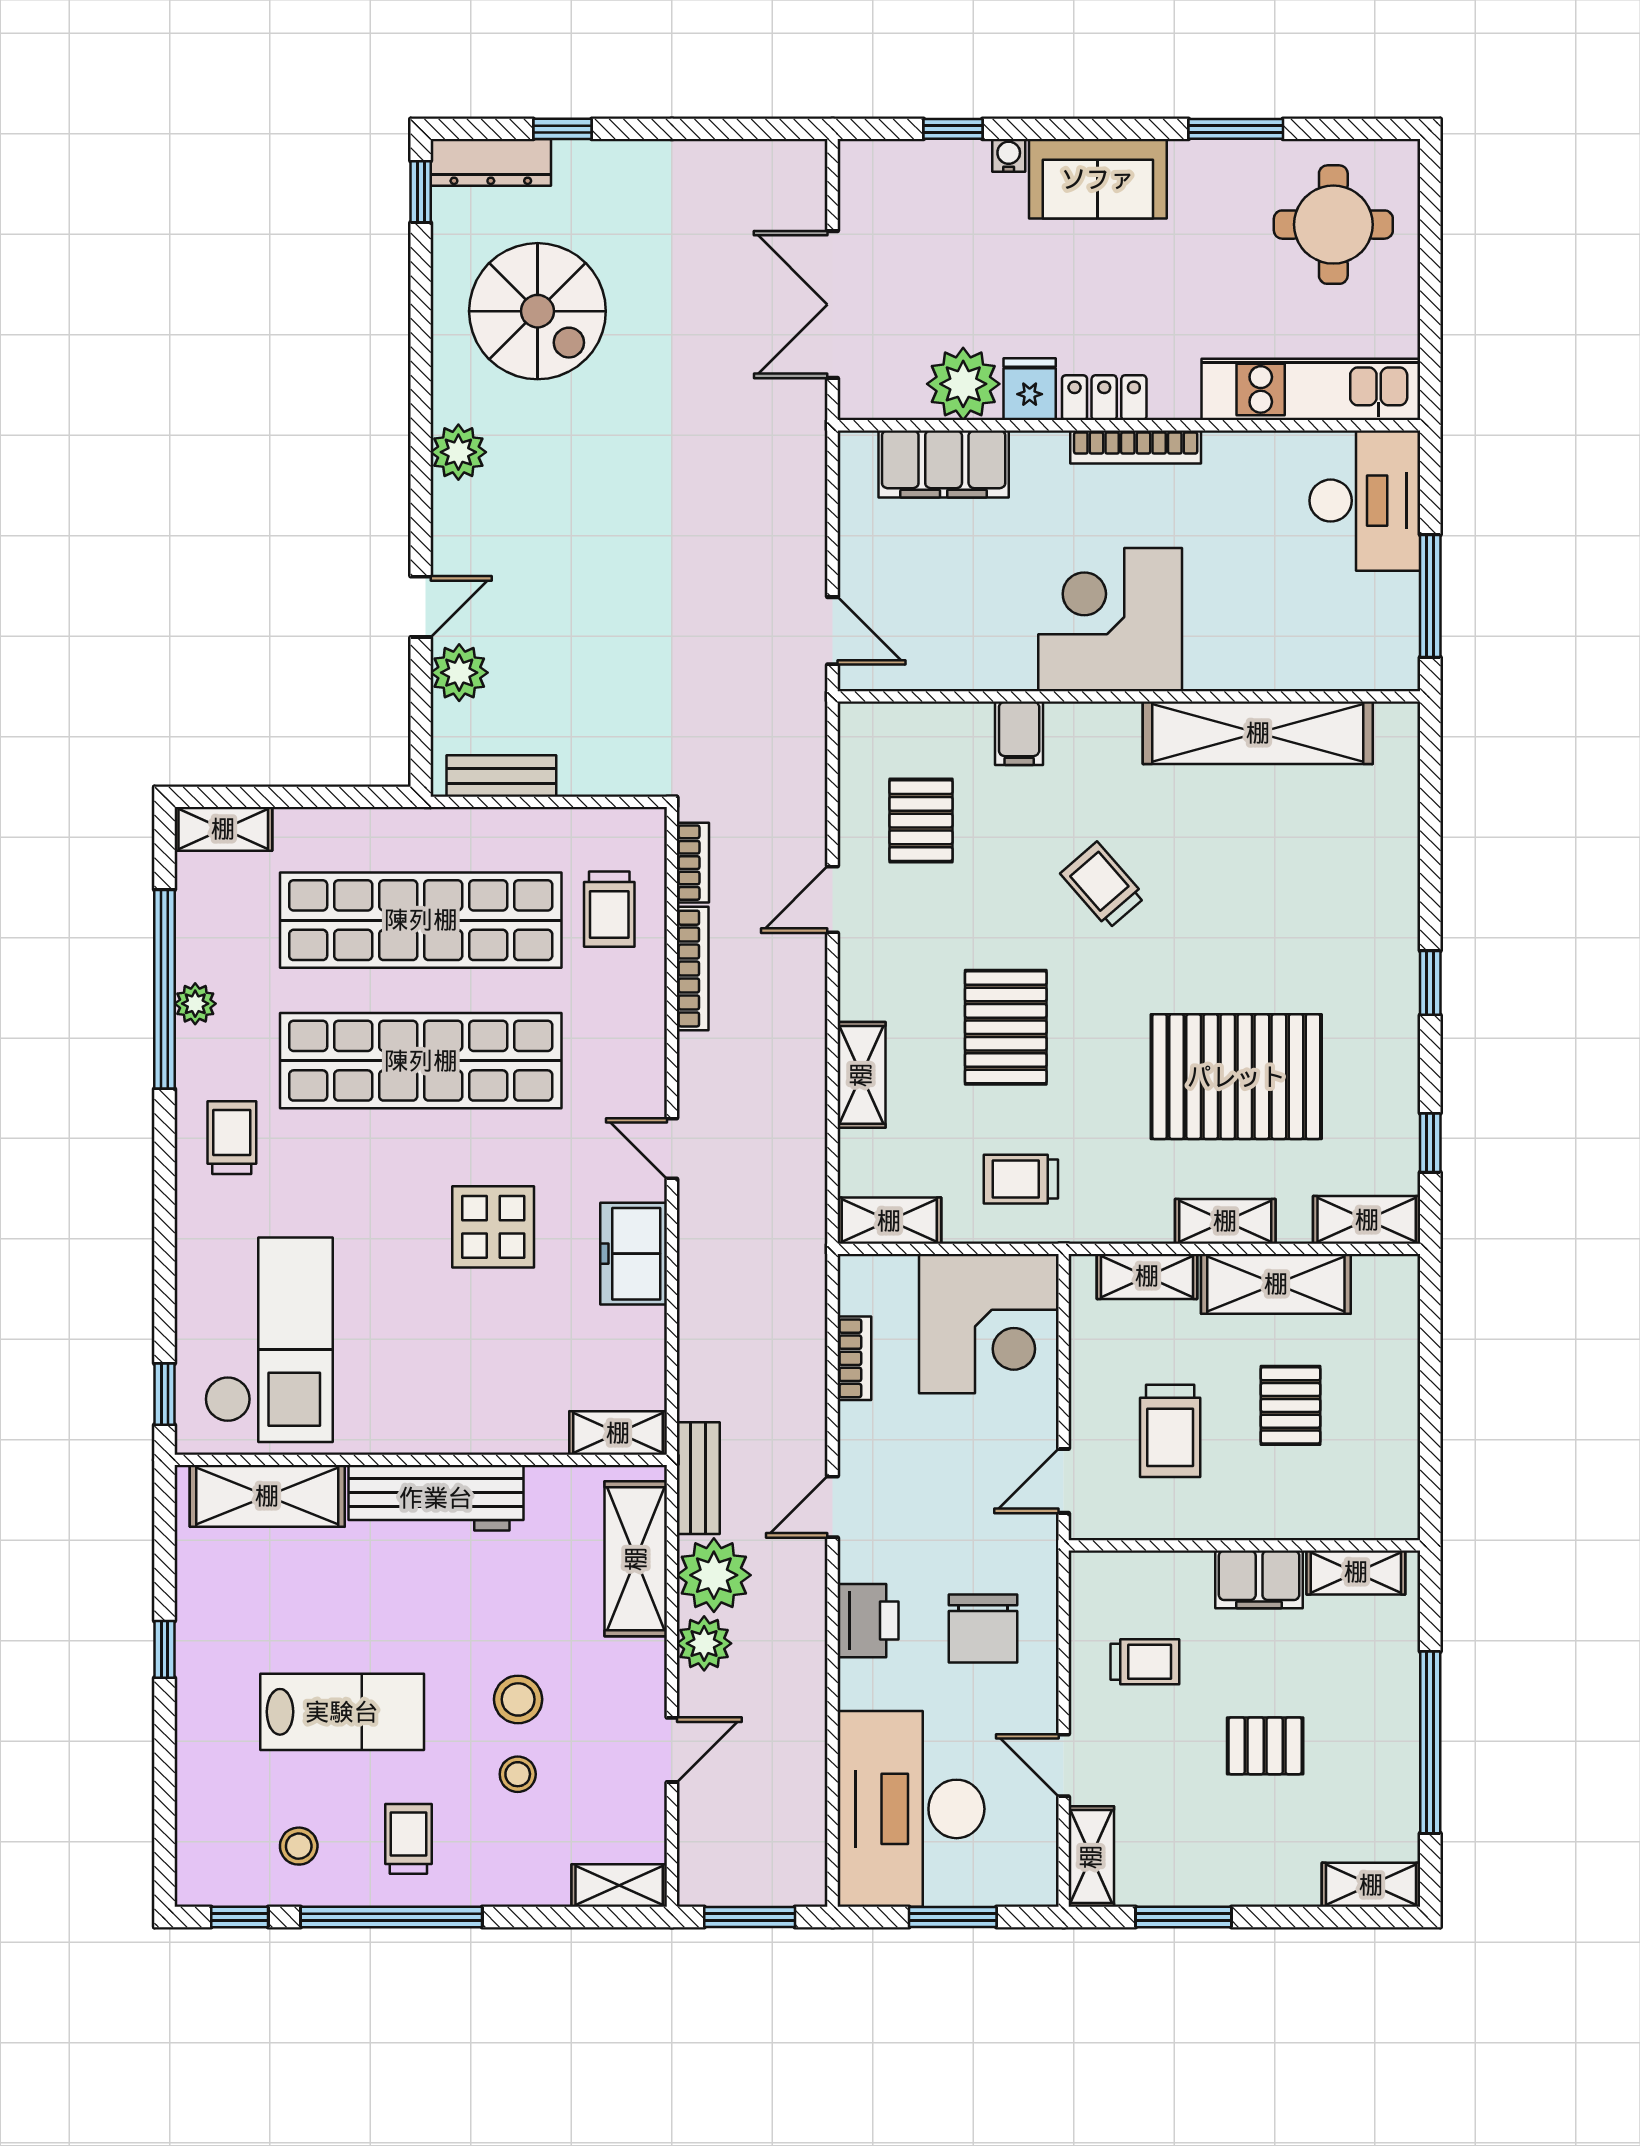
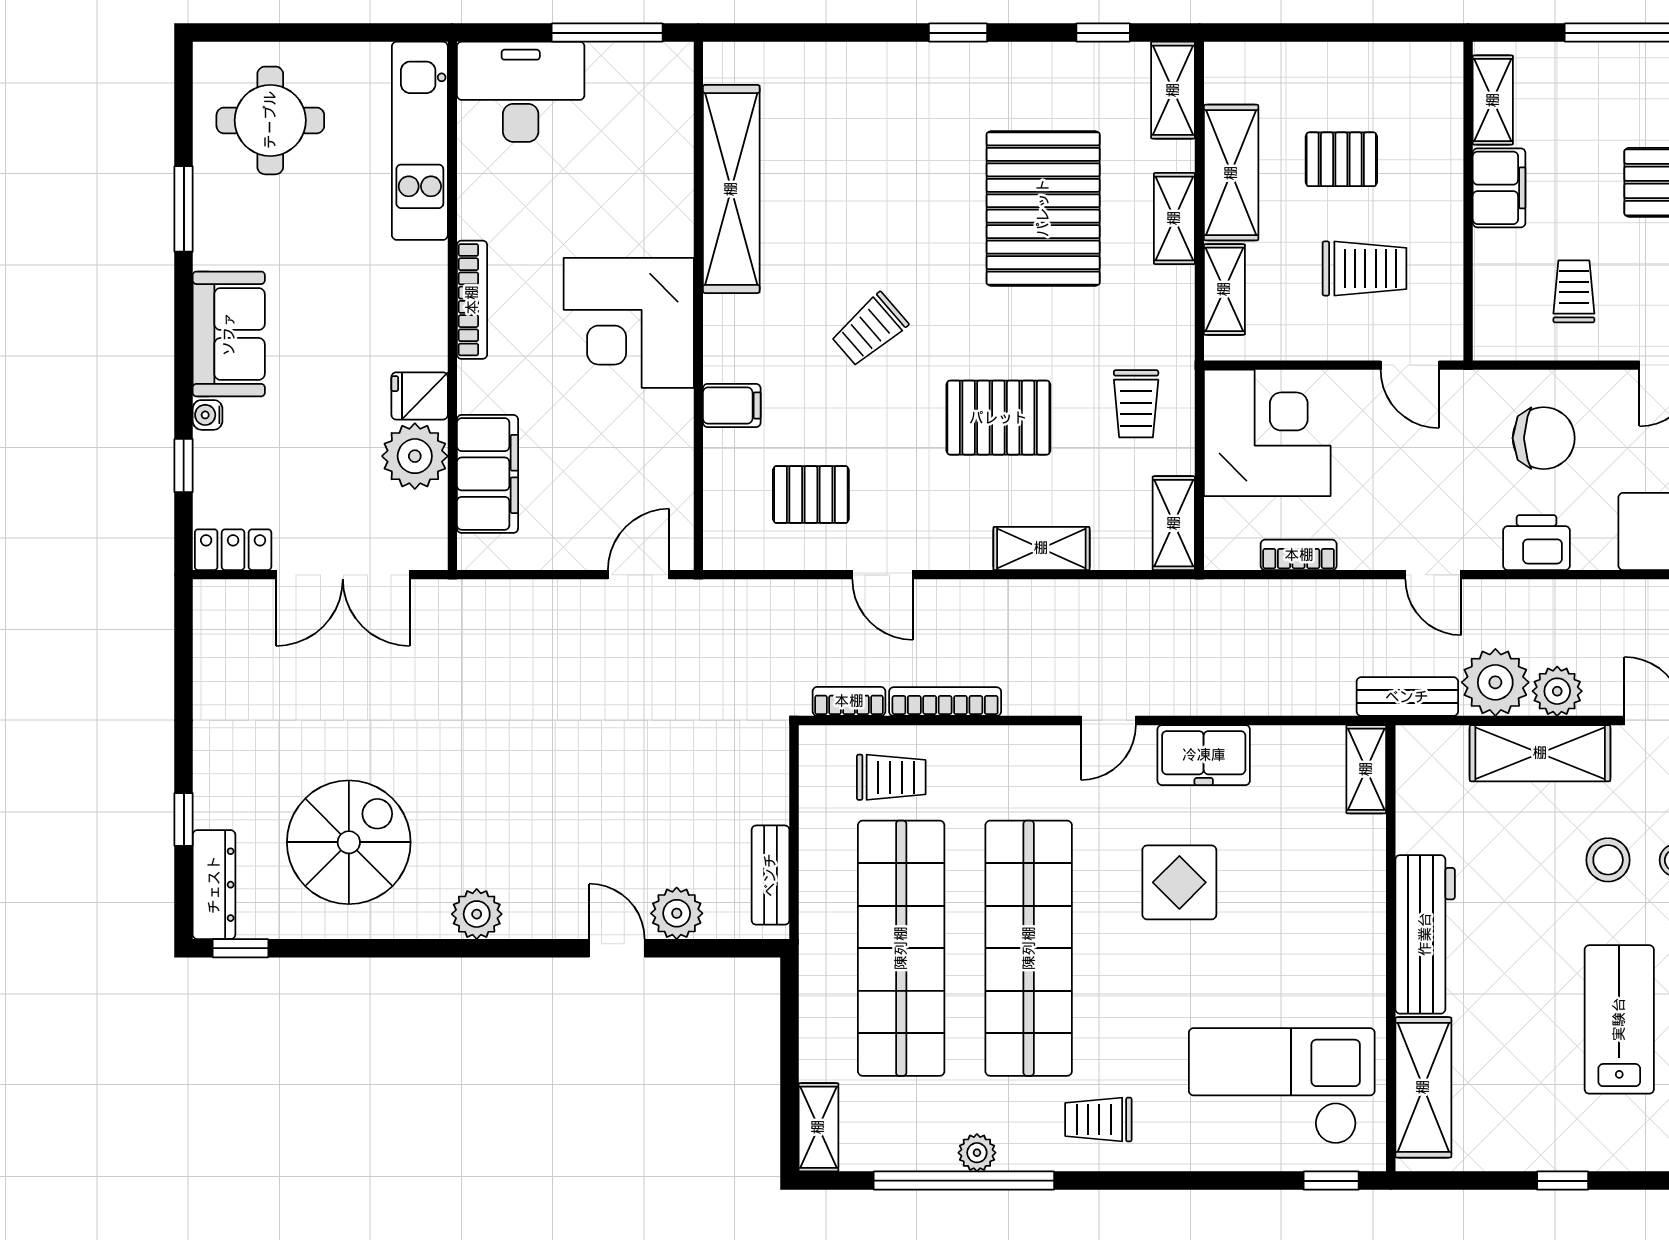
locker: (1104, 398) -> (233, 550), moved, turned 90
shelving: (636, 1559) -> (1540, 753), moved

